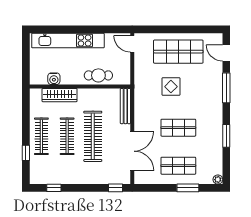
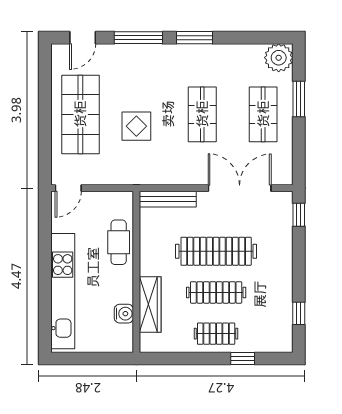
clothes rail: (41, 136) -> (216, 334), width x0.73
window: (226, 136) -> (195, 38), moved
plant: (218, 180) -> (279, 58), width x1.87, depth x1.87

